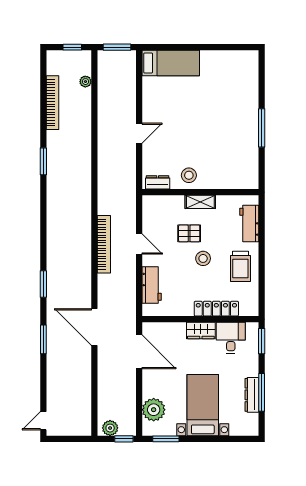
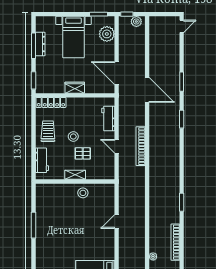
dresser: (158, 182) -> (104, 188), removed
locker: (216, 309) -> (51, 102), moved
desk: (231, 338) -> (54, 83), removed

